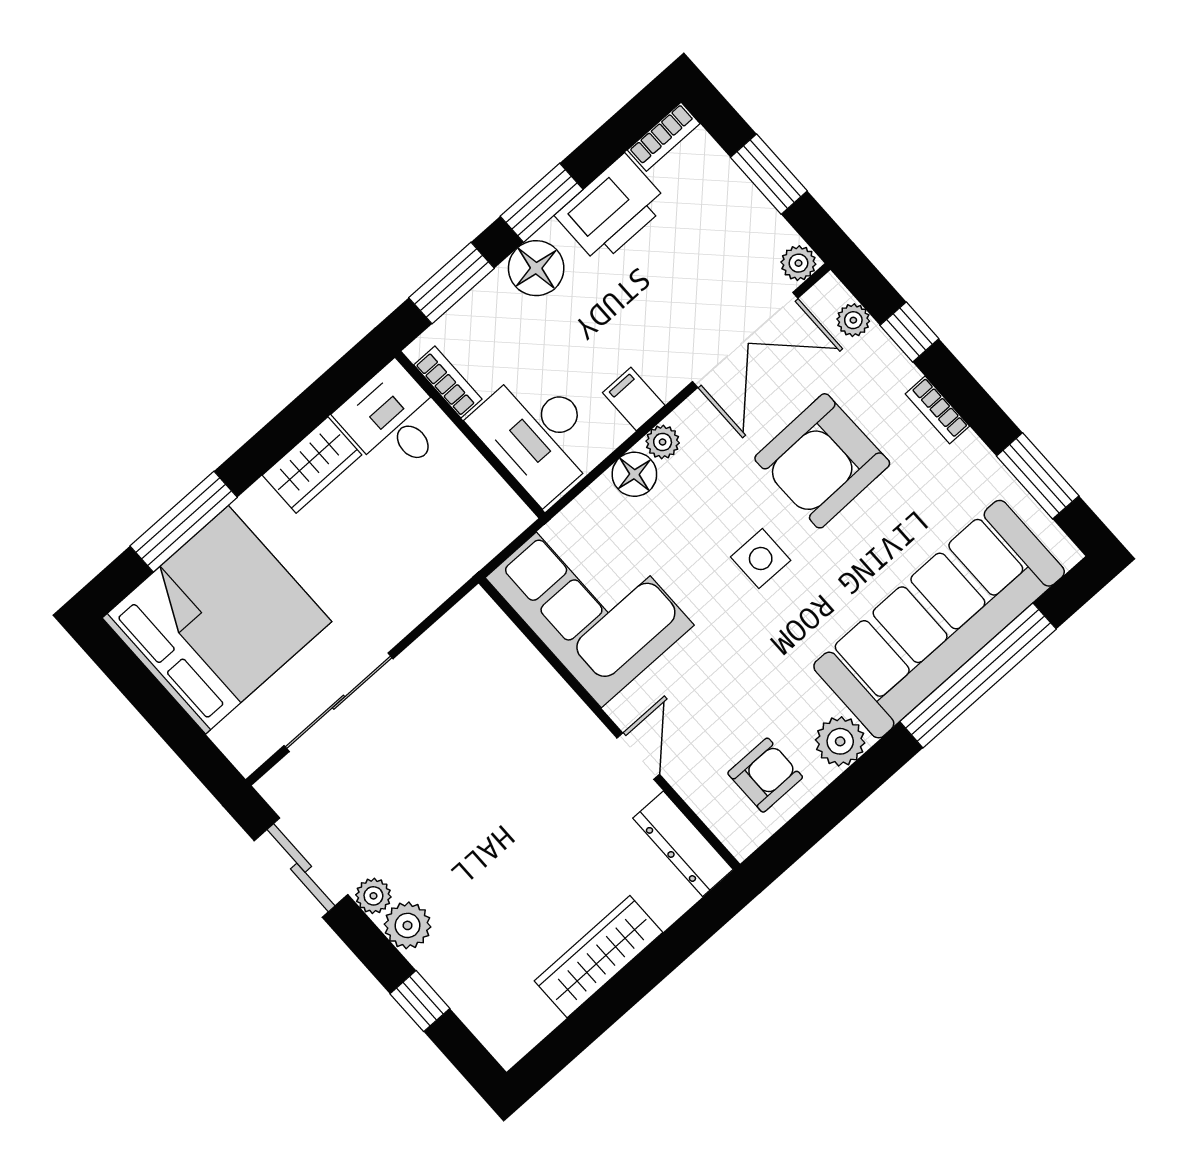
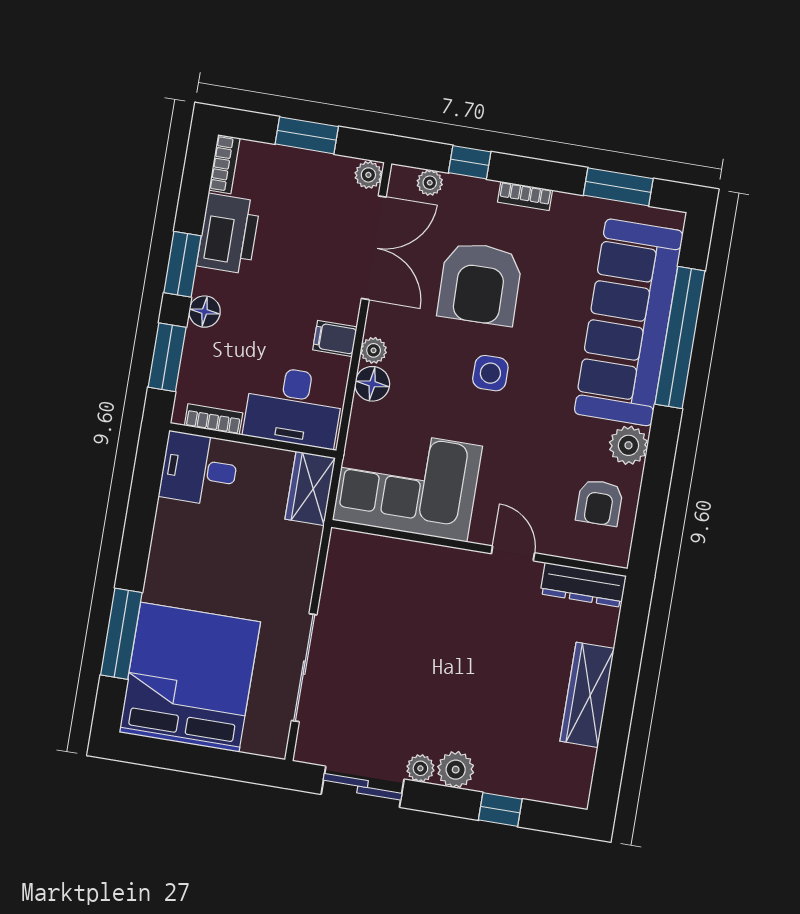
floor lamp: (536, 268) -> (205, 312), width x0.73, depth x0.73
wardrobe: (312, 465) -> (310, 488), moved, turned 180
armchair: (765, 775) -> (599, 503), turned 180

